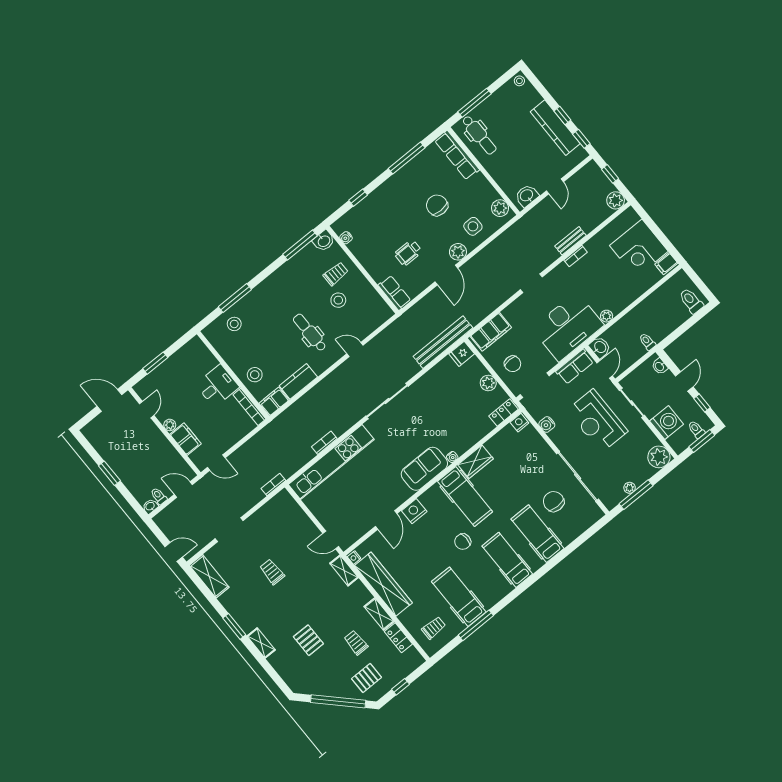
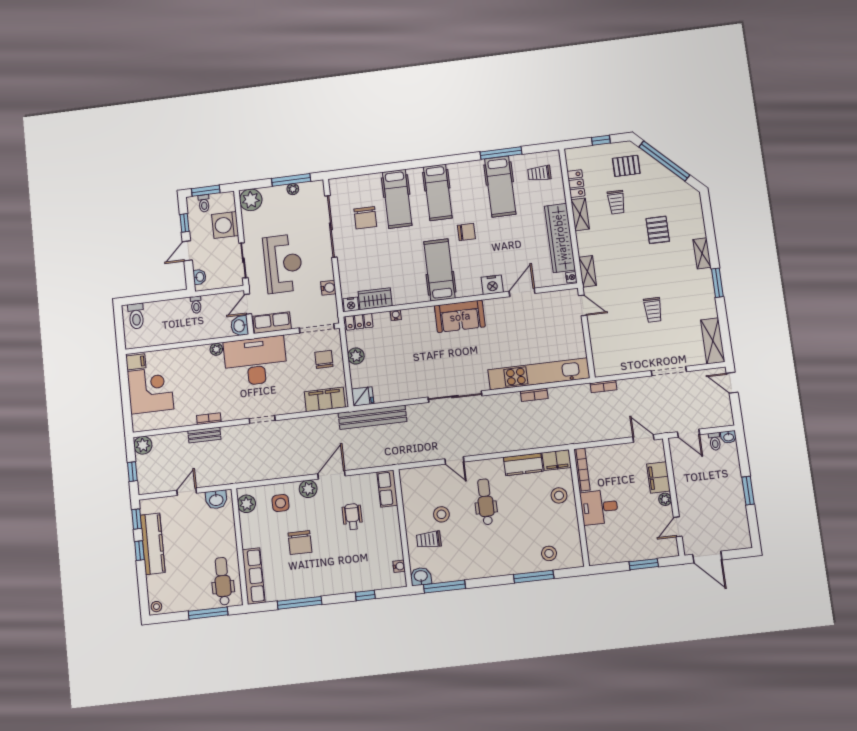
wheelchair: (408, 253) -> (352, 517), turned -90
dental chair: (310, 333) -> (485, 502), turned 180
water cooler: (452, 457) -> (396, 315), moved
wardrobe: (476, 462) -> (375, 299), moved

